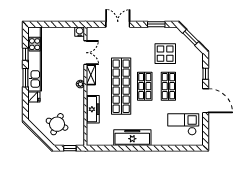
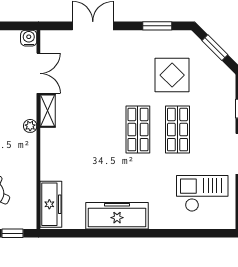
shop shelf: (121, 86) -> (98, 130), removed
freezer: (93, 109) -> (51, 204), moved

